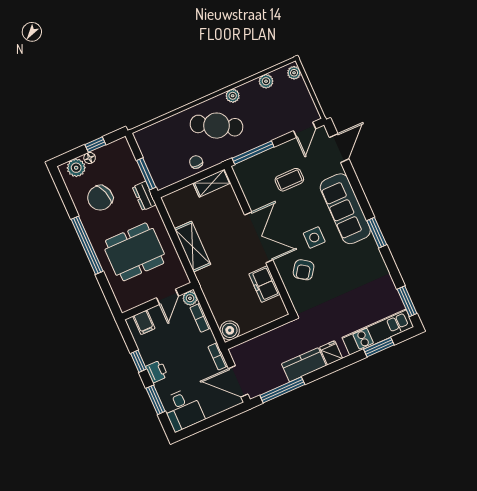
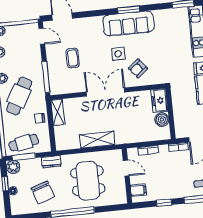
cafe table: (157, 152) -> (24, 143), added
plant: (76, 168) -> (13, 167), moved
window: (146, 174) -> (24, 157), moved
sofa: (345, 209) -> (128, 24), moved
armchair: (304, 270) -> (138, 68), turned 106
freezer: (264, 284) -> (159, 100), moved, turned 90
plant: (190, 298) -> (132, 153), removed
boiler: (230, 330) -> (162, 120), moved
printer: (157, 371) -> (175, 192), removed

